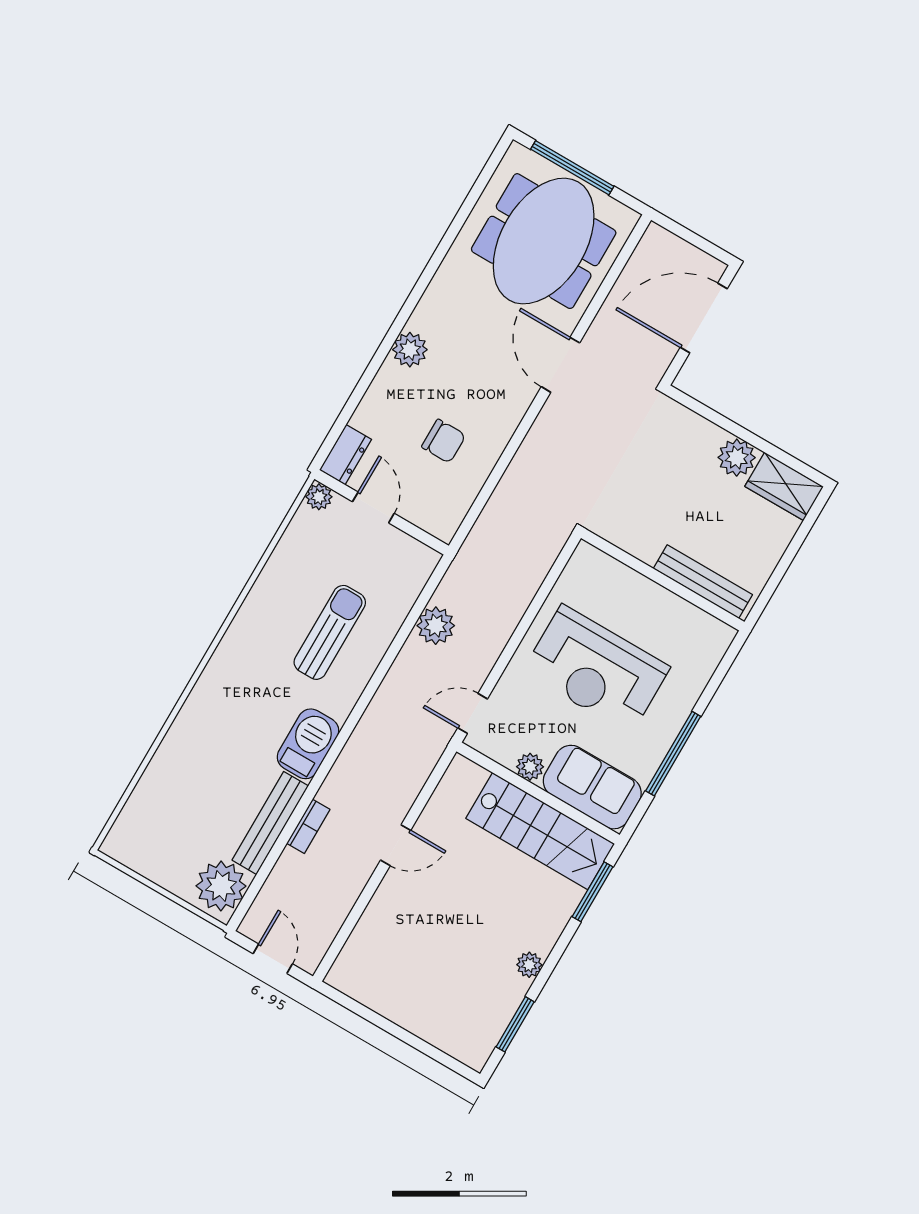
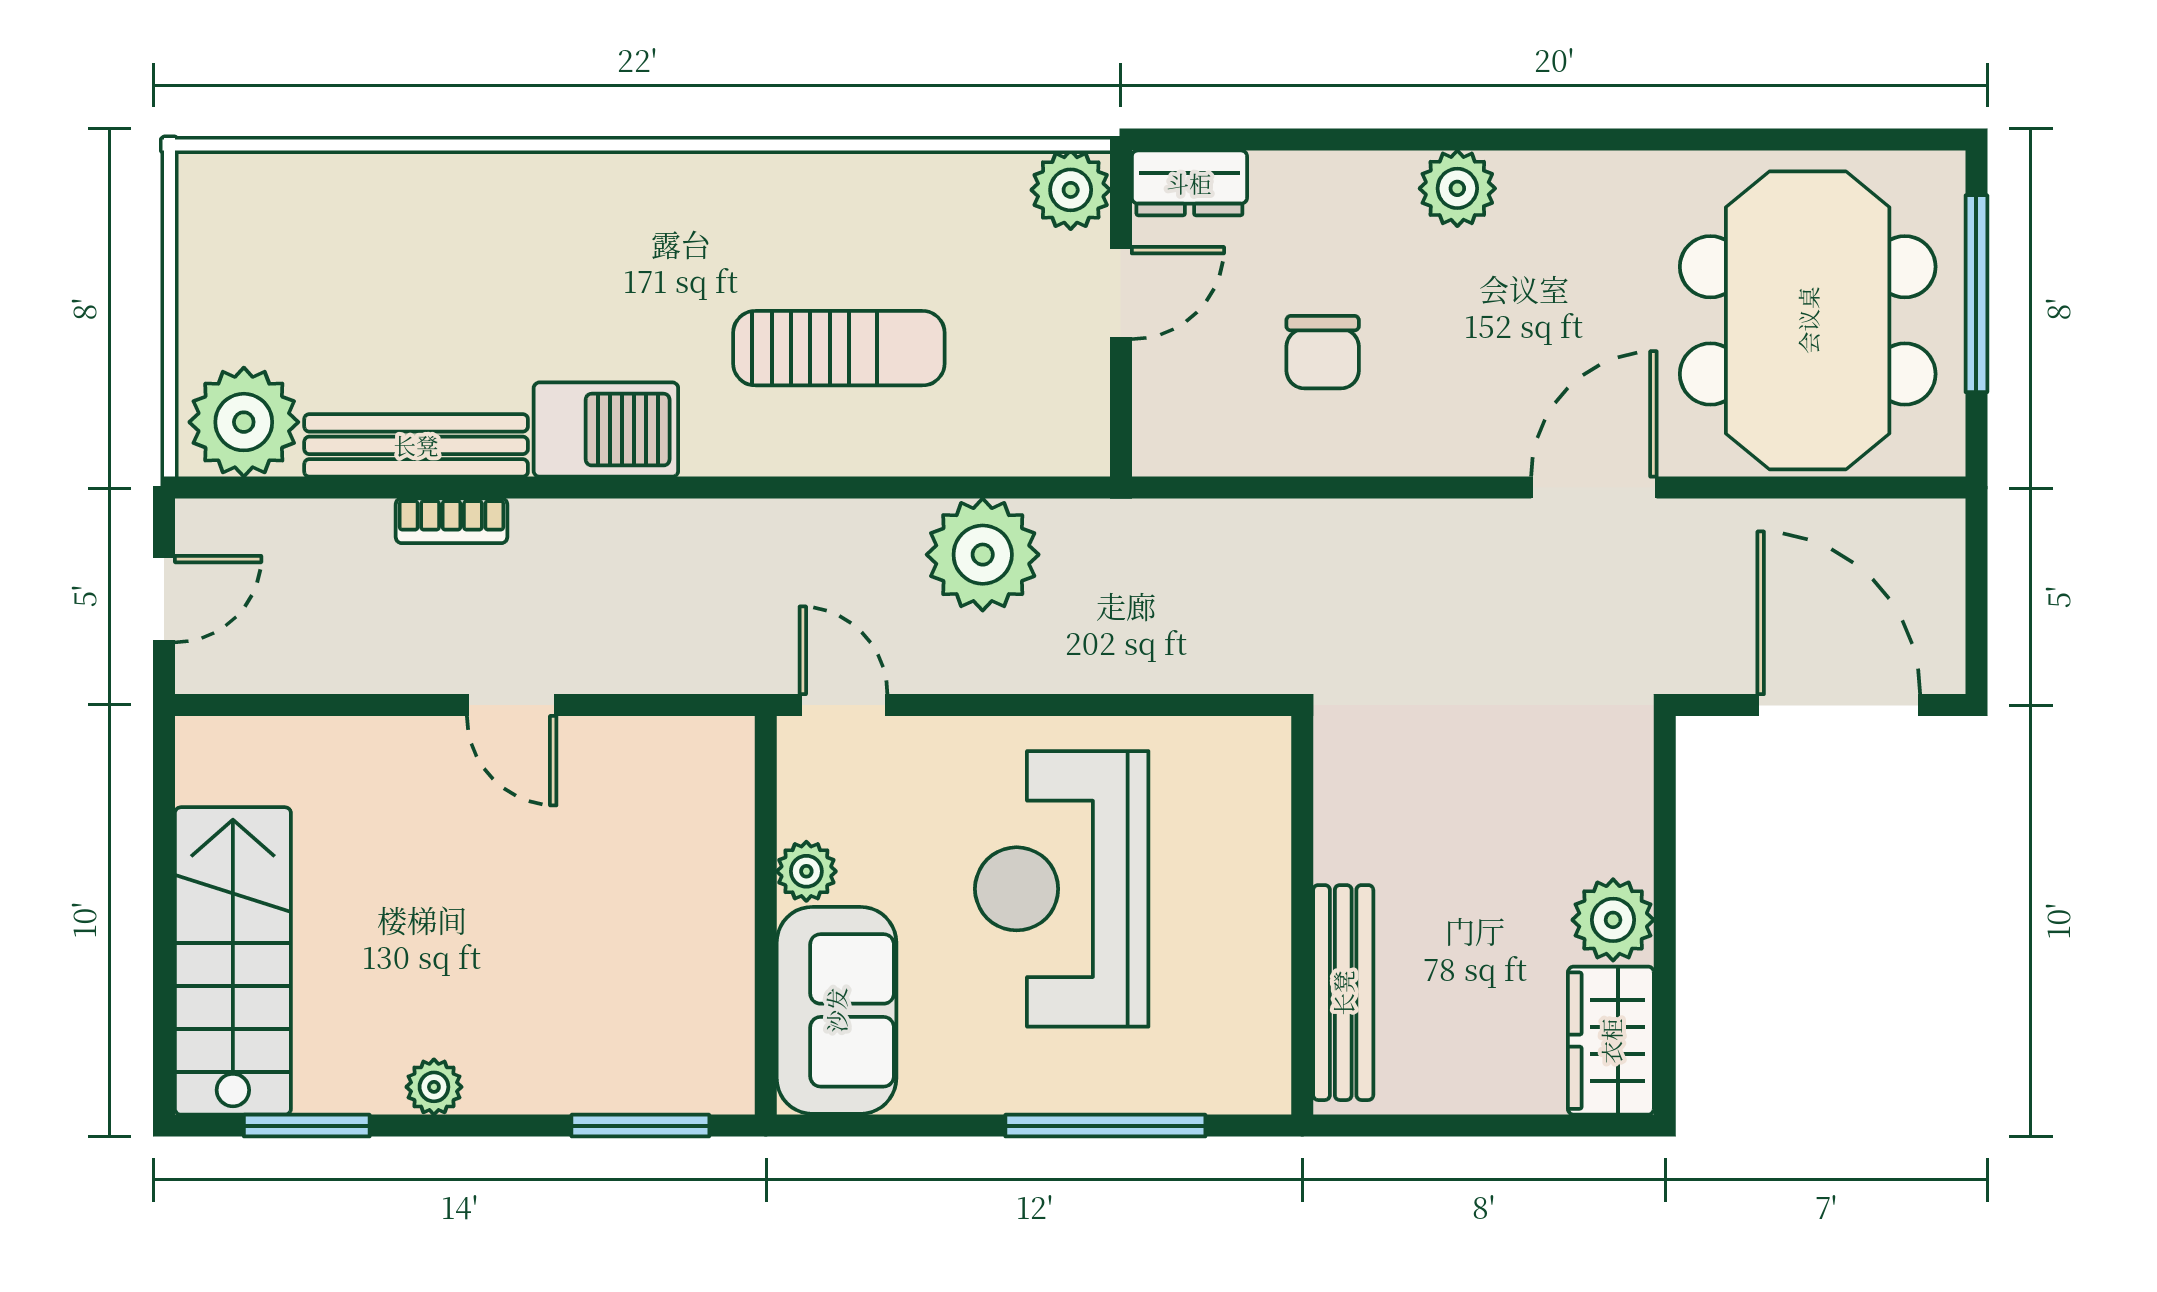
meeting table: (544, 241) -> (1808, 320), turned 90
plant: (319, 497) -> (1071, 190), width x1.38, depth x1.38
plant: (436, 626) -> (983, 555), width x1.36, depth x1.36
window: (673, 754) -> (1105, 1126), moved
stairs: (540, 831) -> (233, 961), moved, turned 180

